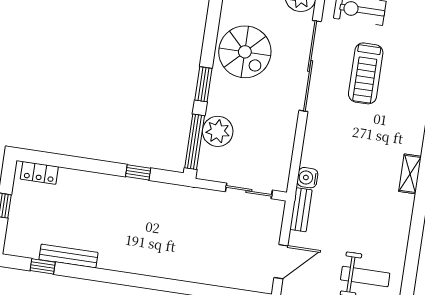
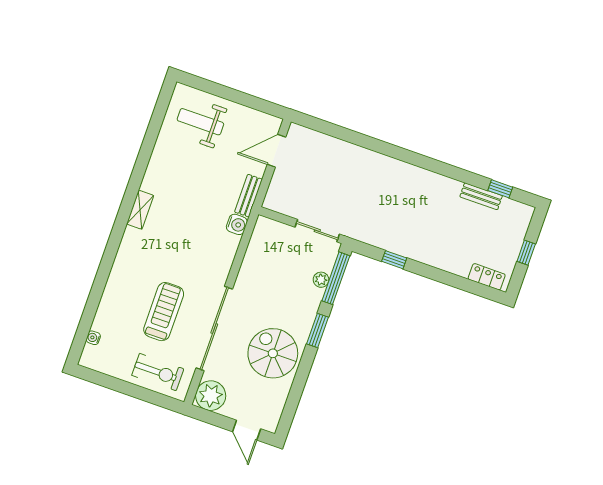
plant: (218, 131) -> (321, 280), width x0.53, depth x0.53
sliding door: (249, 191) -> (317, 231), moved
bench: (68, 256) -> (481, 196), width x0.73

